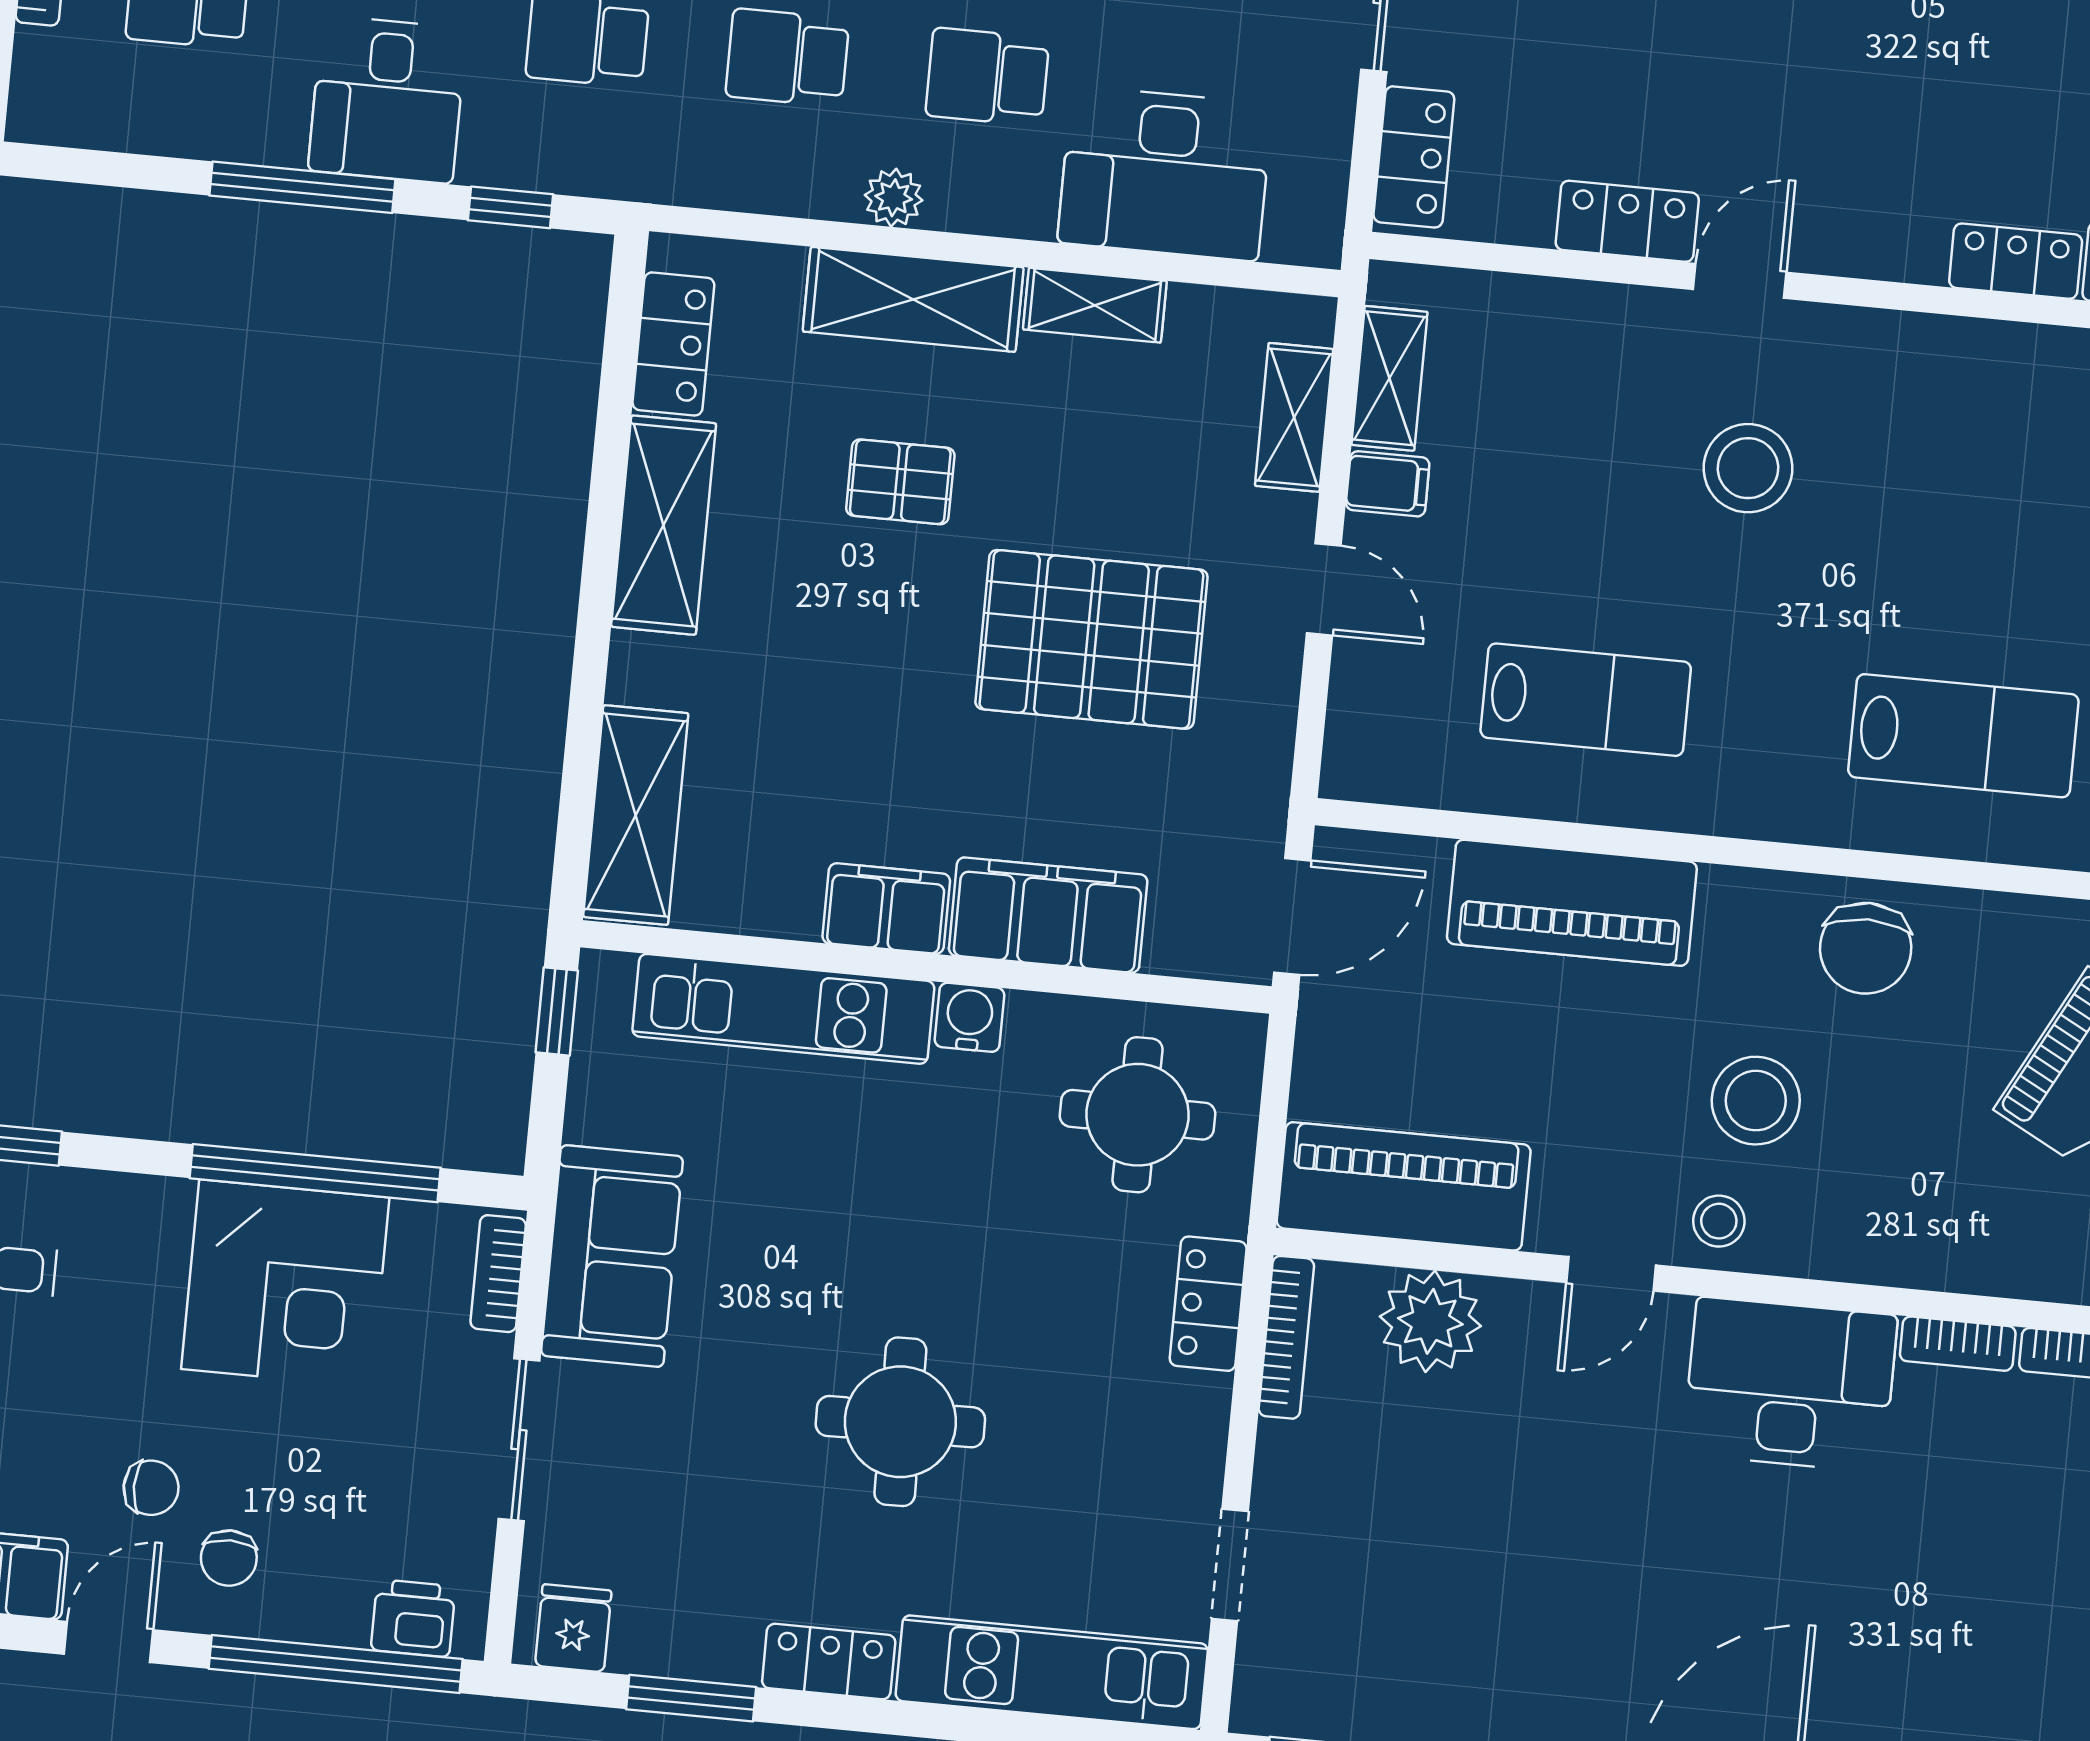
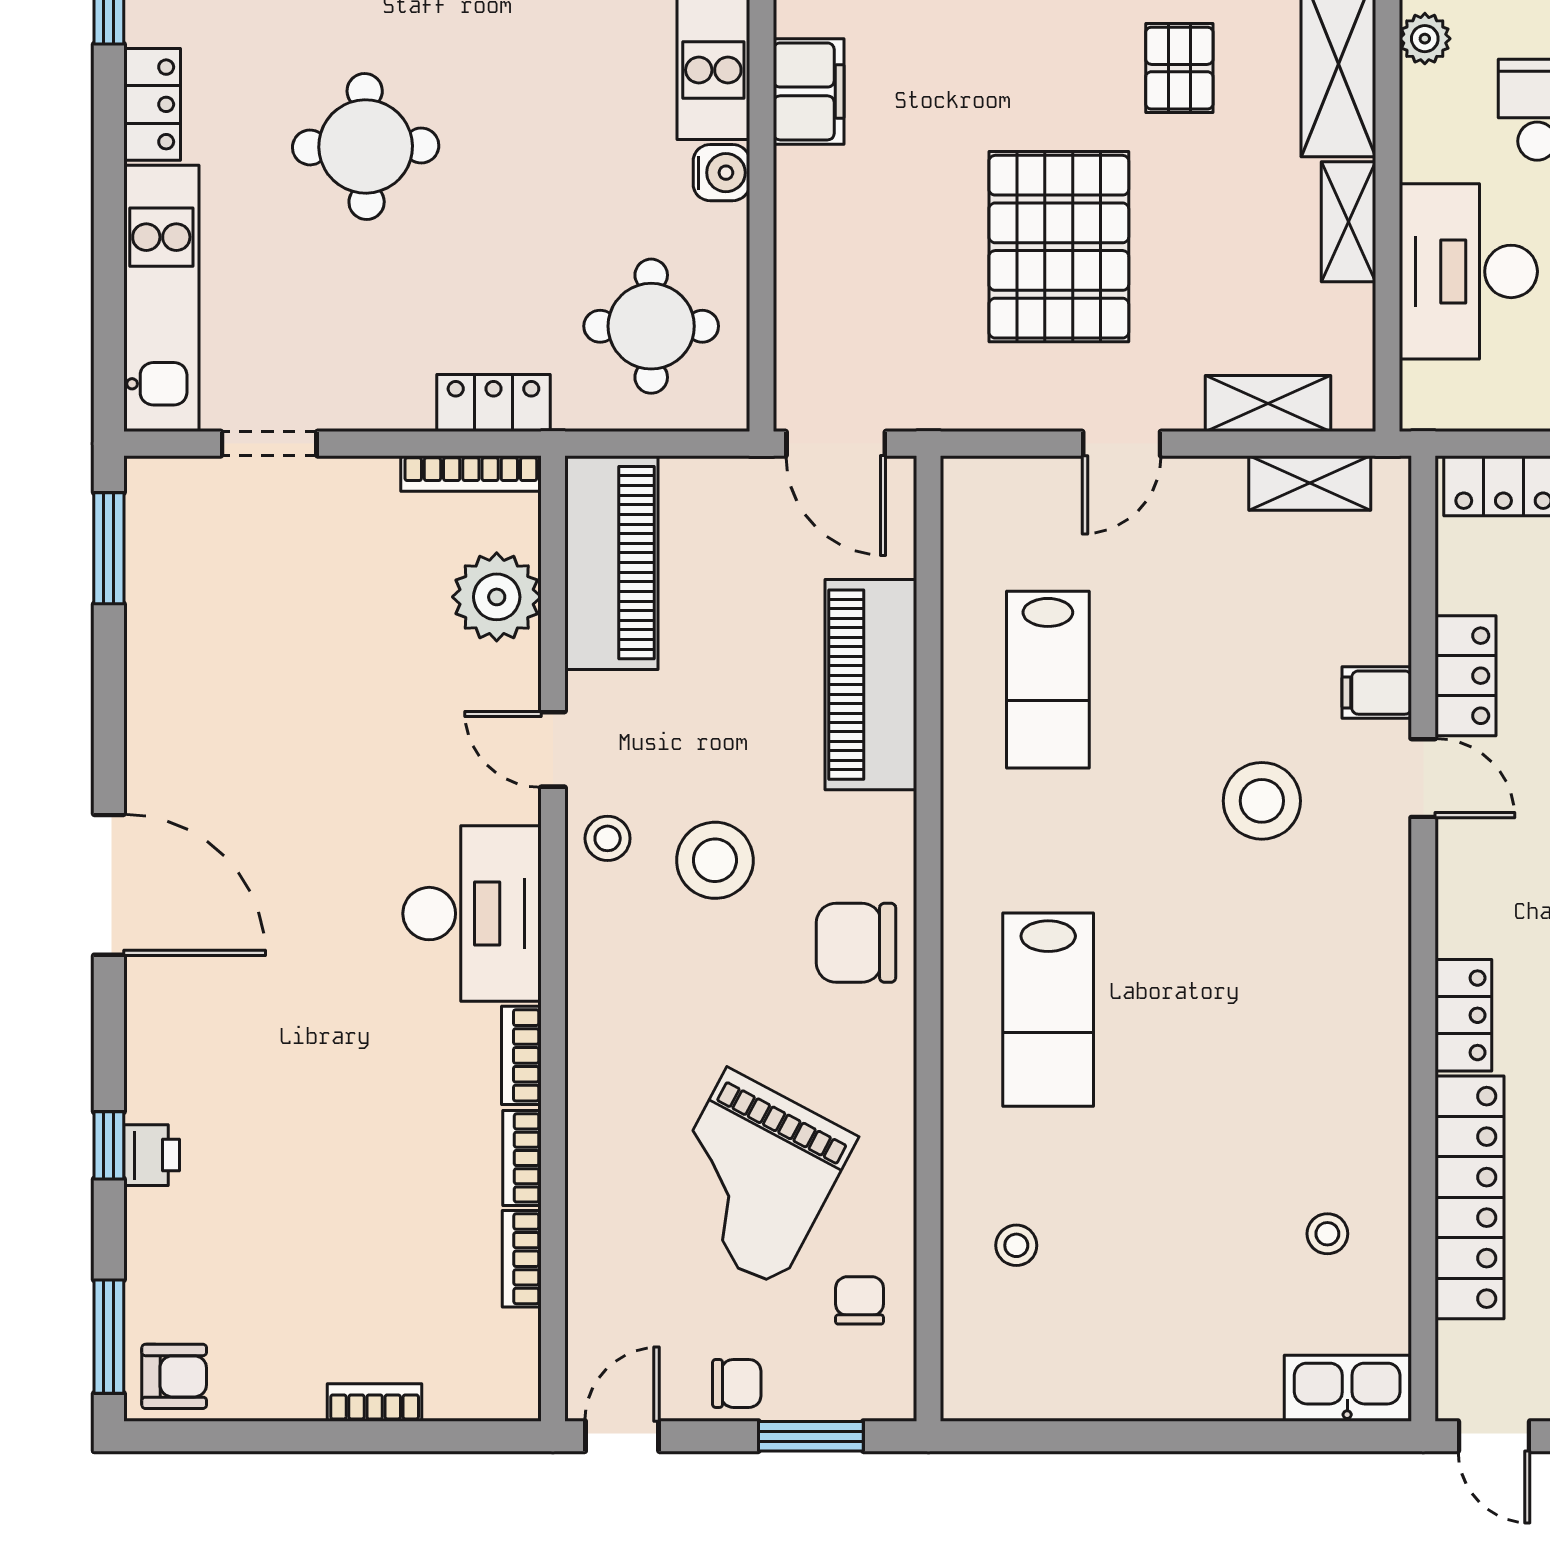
filing cabinet: (1388, 484) -> (1377, 693), moved, turned 90
filing cabinet: (1048, 915) -> (817, 232), removed

